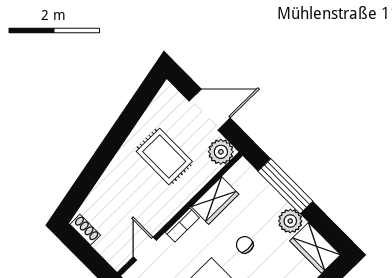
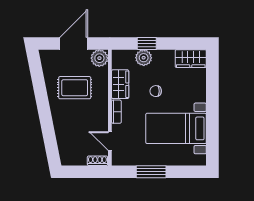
window: (285, 186) -> (147, 43), width x0.46
plant: (290, 221) -> (144, 58), moved
shoe rack: (85, 230) -> (97, 161), moved

